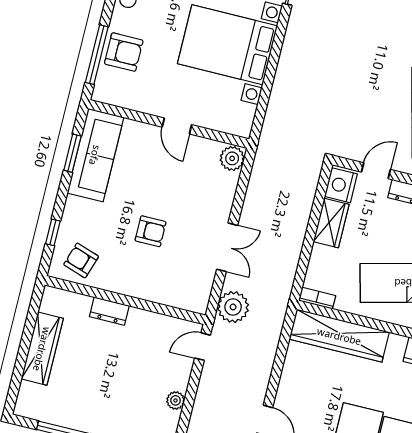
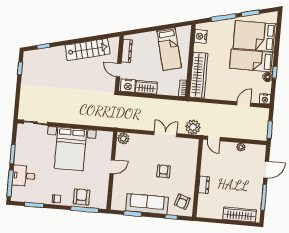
sofa: (95, 155) -> (147, 204), moved
wardrobe: (42, 349) -> (240, 215), moved

